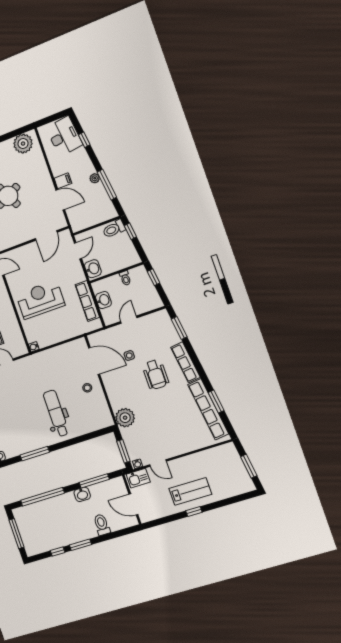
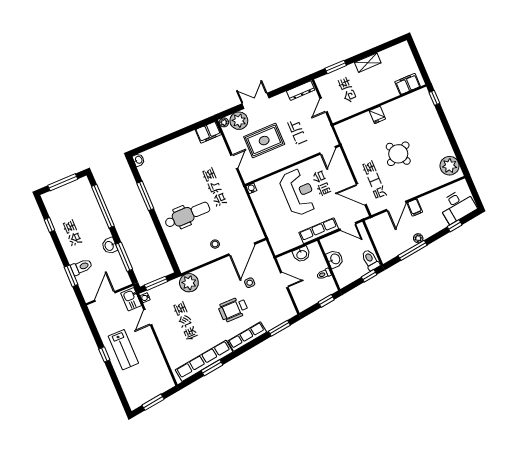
washbasin: (93, 269) -> (335, 259), moved, turned -90
row of seats: (87, 301) -> (319, 231), moved
window: (80, 545) -> (71, 276), moved

